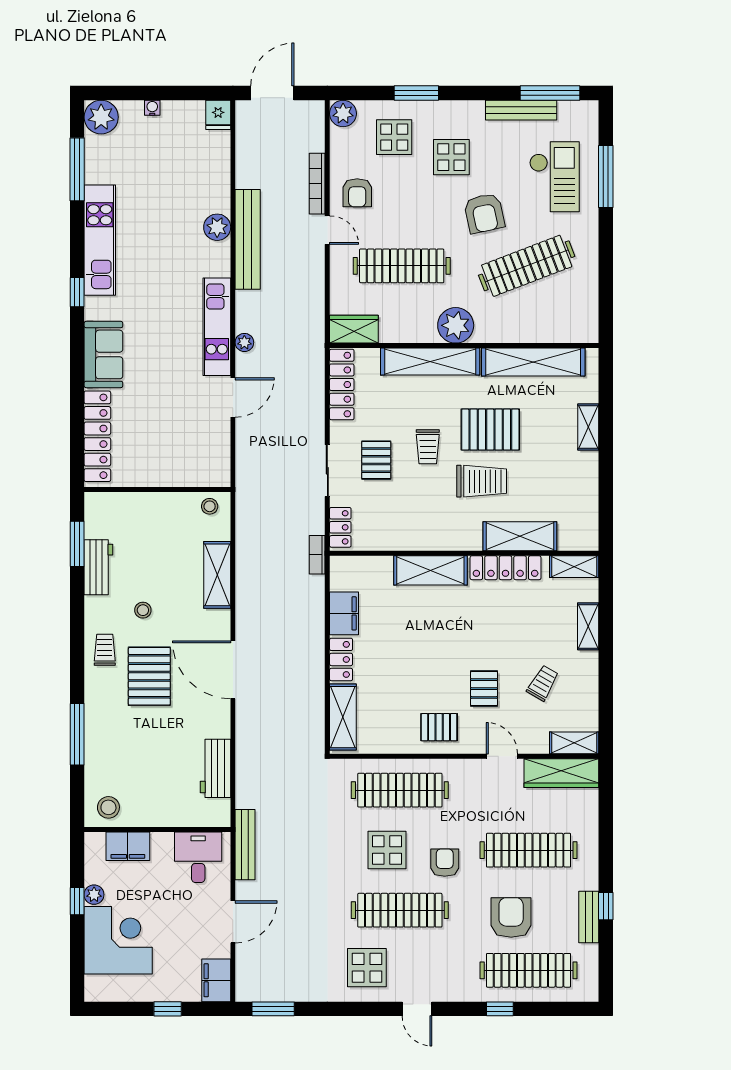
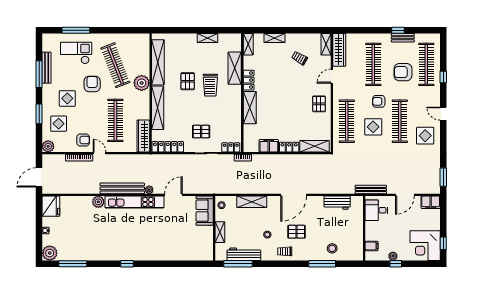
door: (272, 93) -> (39, 177), hinge flipped
window: (550, 93) -> (39, 74), moved
fridge: (218, 115) -> (51, 206), width x1.88, depth x1.34
armchair: (484, 213) -> (92, 84), turned -78
door: (327, 230) -> (100, 153), hinge flipped
bench: (248, 239) -> (122, 188), moved
kitchen unit: (100, 240) -> (104, 254), removed
plant: (456, 325) -> (142, 83), moved
kitchen unit: (217, 327) -> (134, 202), width x1.36
wardrobe: (354, 329) -> (143, 136), width x1.50
sofa: (103, 354) -> (205, 211), moved, turned -90
door: (233, 397) -> (173, 195), hinge flipped
shelving: (588, 427) -> (207, 38), moved
pallet: (490, 430) -> (188, 81), width x0.67, depth x0.71
locker: (97, 436) -> (191, 255), removed
trolley: (428, 447) -> (195, 109), removed
trolley: (482, 481) -> (210, 85), turned 180
shelving: (149, 503) -> (220, 232), added
window: (77, 544) -> (238, 264), width x1.44
workbench: (98, 567) -> (244, 254), width x1.38
locker: (506, 568) -> (249, 80), width x0.66
pallet: (149, 676) -> (297, 232), width x0.67, depth x0.71
pallet: (484, 689) -> (302, 84), removed
stool: (108, 807) -> (332, 248), moved
filing cabinet: (128, 846) -> (372, 246), width x0.50
door: (233, 922) -> (405, 195), swing flipped
corner desk: (118, 940) -> (425, 246), moved, turned -90
window: (168, 1009) -> (443, 243), moved
door: (417, 1009) -> (443, 114), swing flipped

